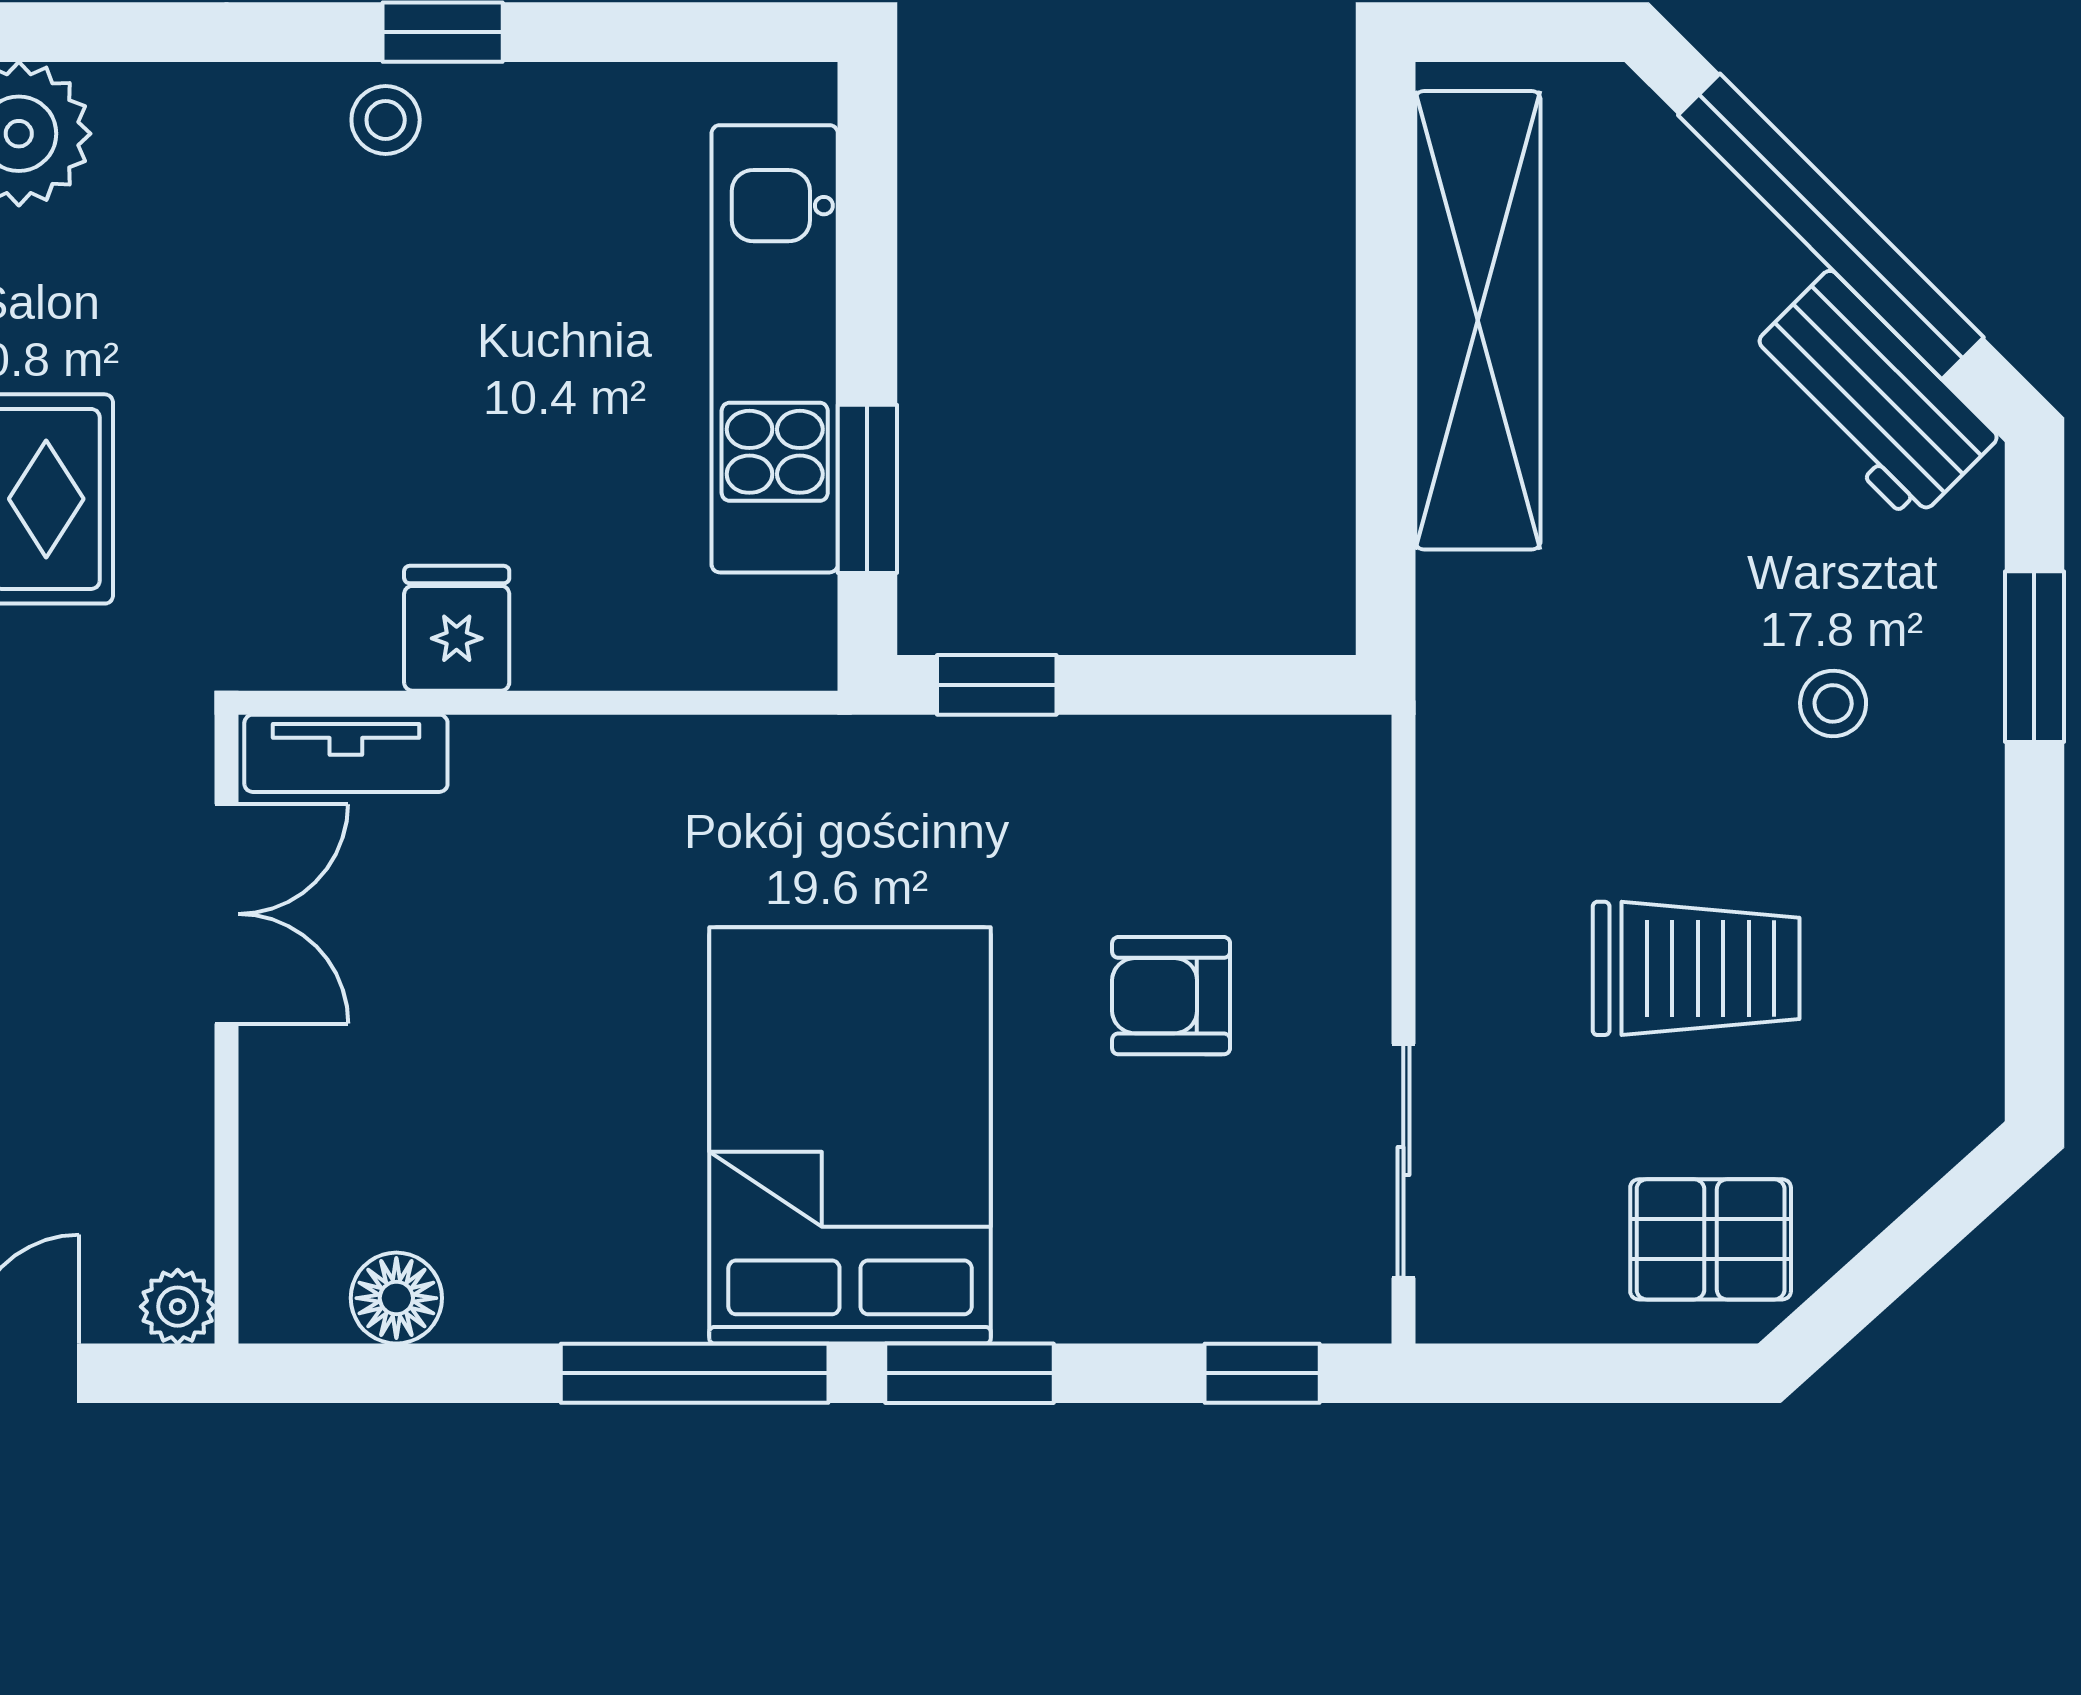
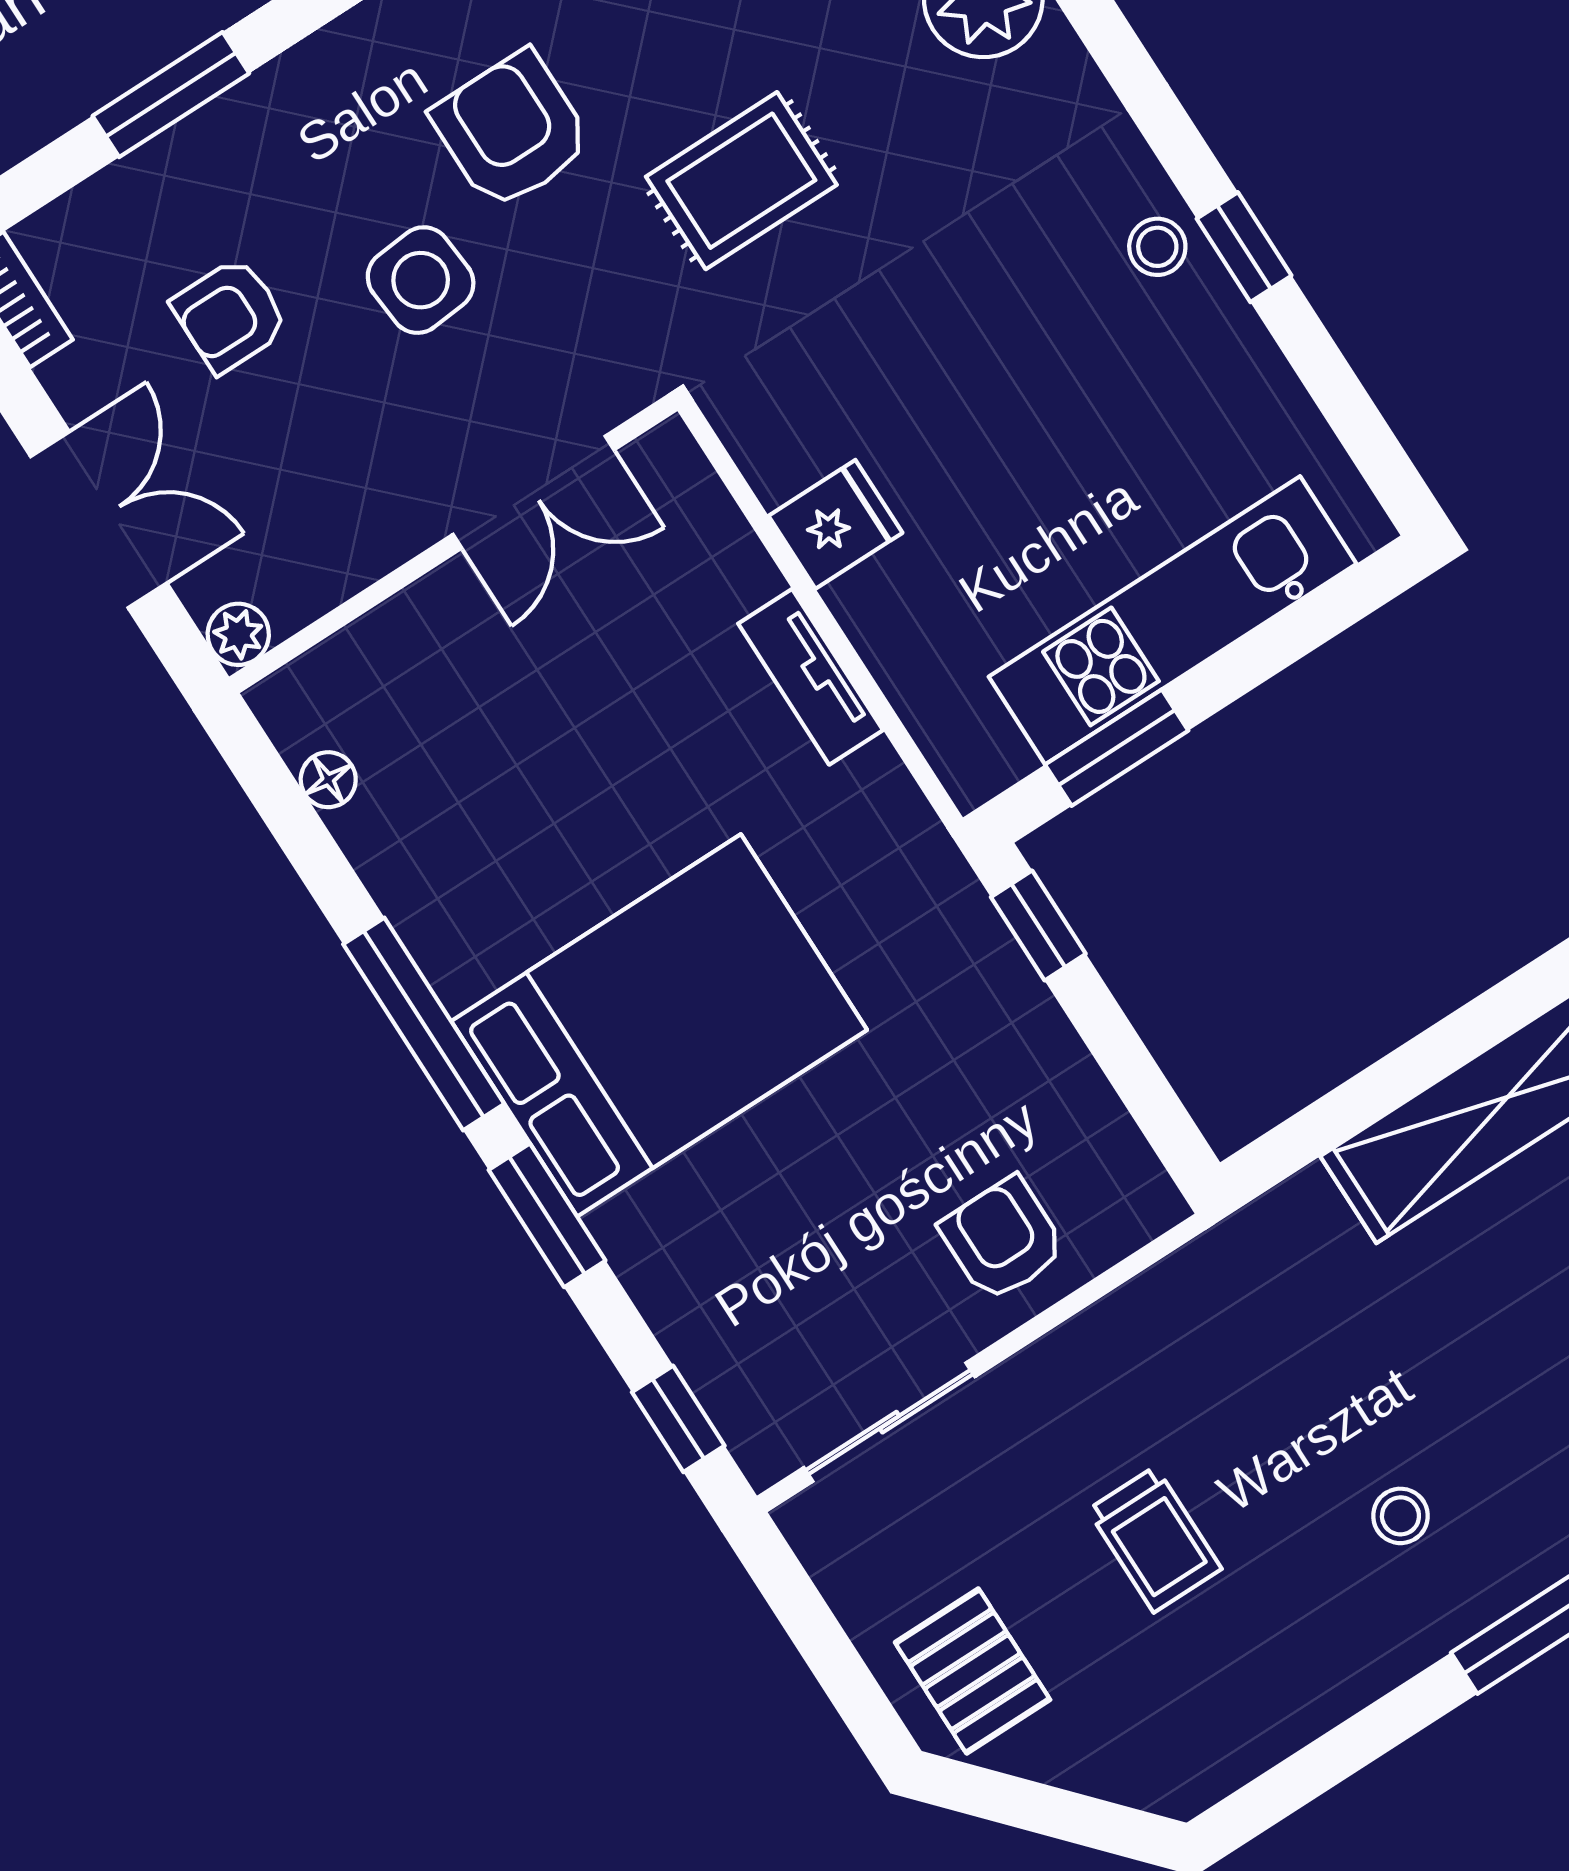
tv unit: (346, 753) -> (811, 677), moved
trolley: (1696, 968) -> (1155, 1539), width x0.73, depth x0.72
armchair: (1171, 996) -> (1003, 1239), moved
floor lamp: (396, 1298) -> (328, 780), width x0.73, depth x0.73

